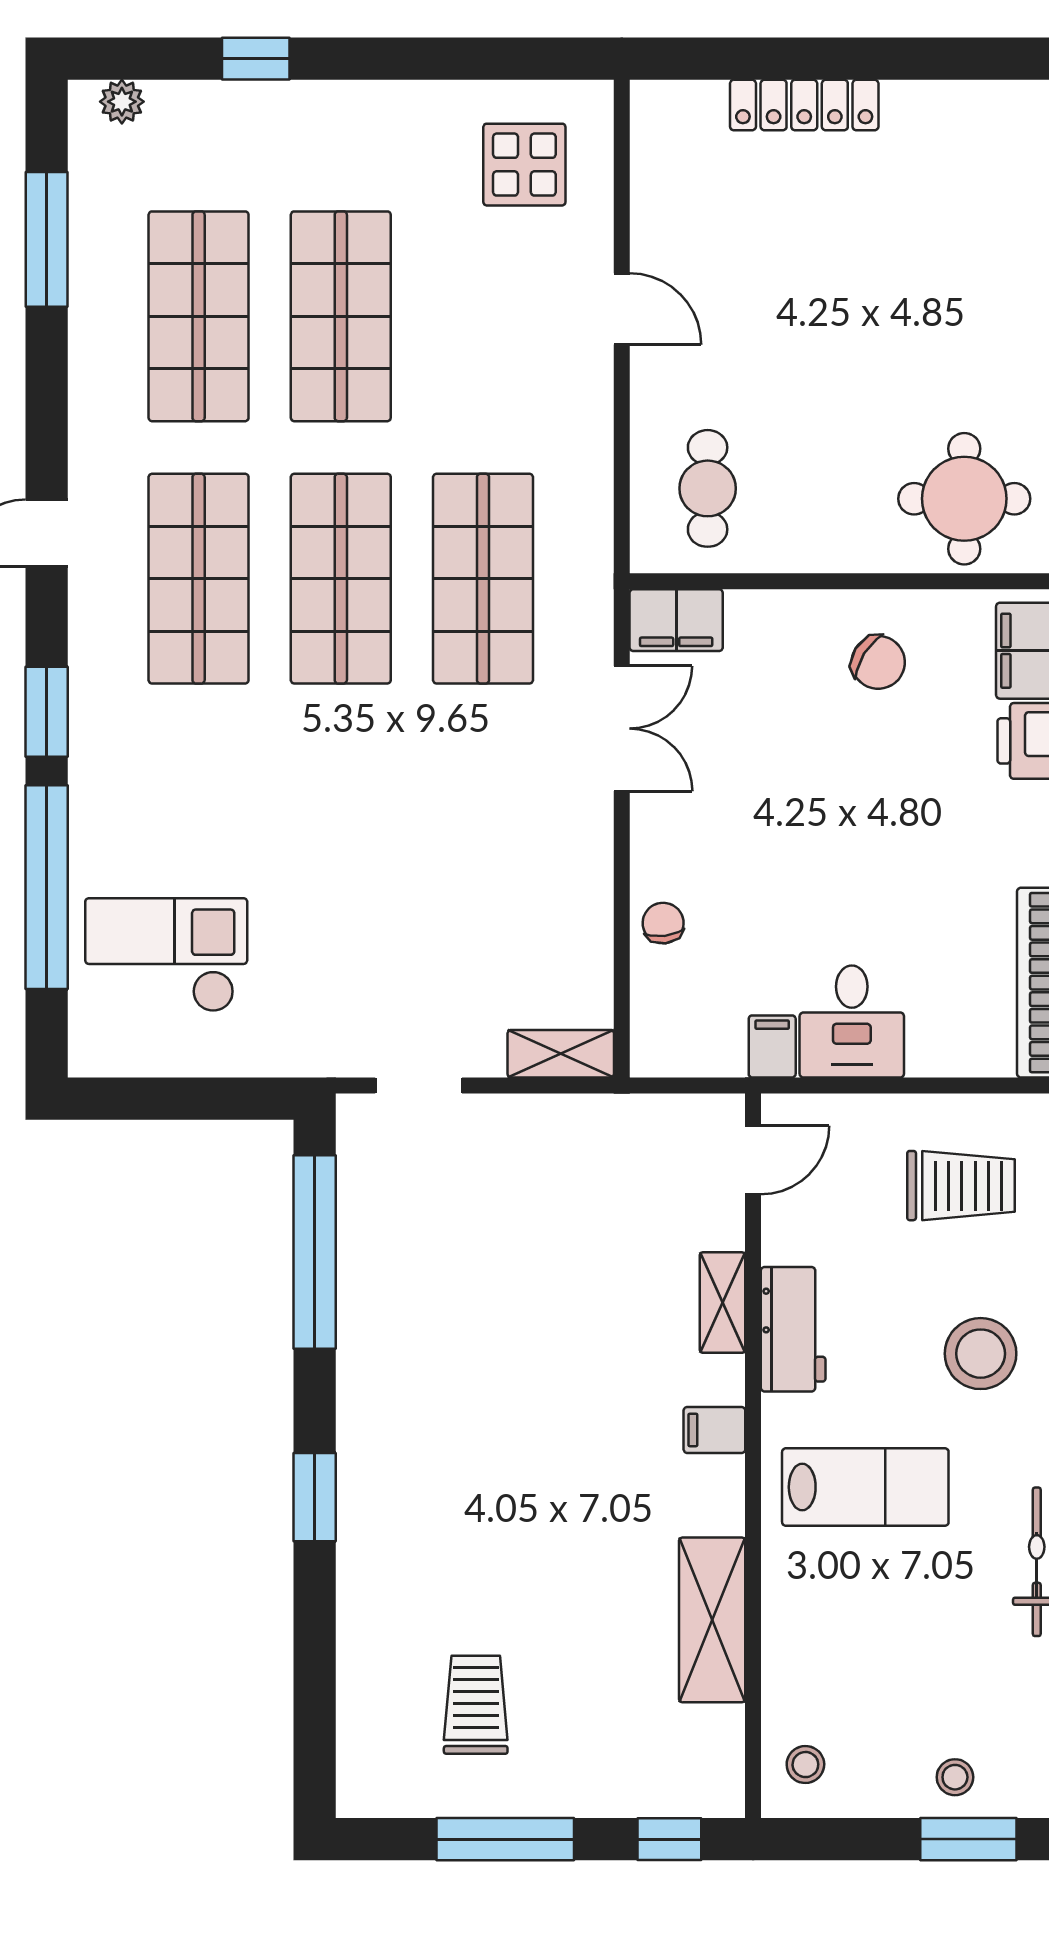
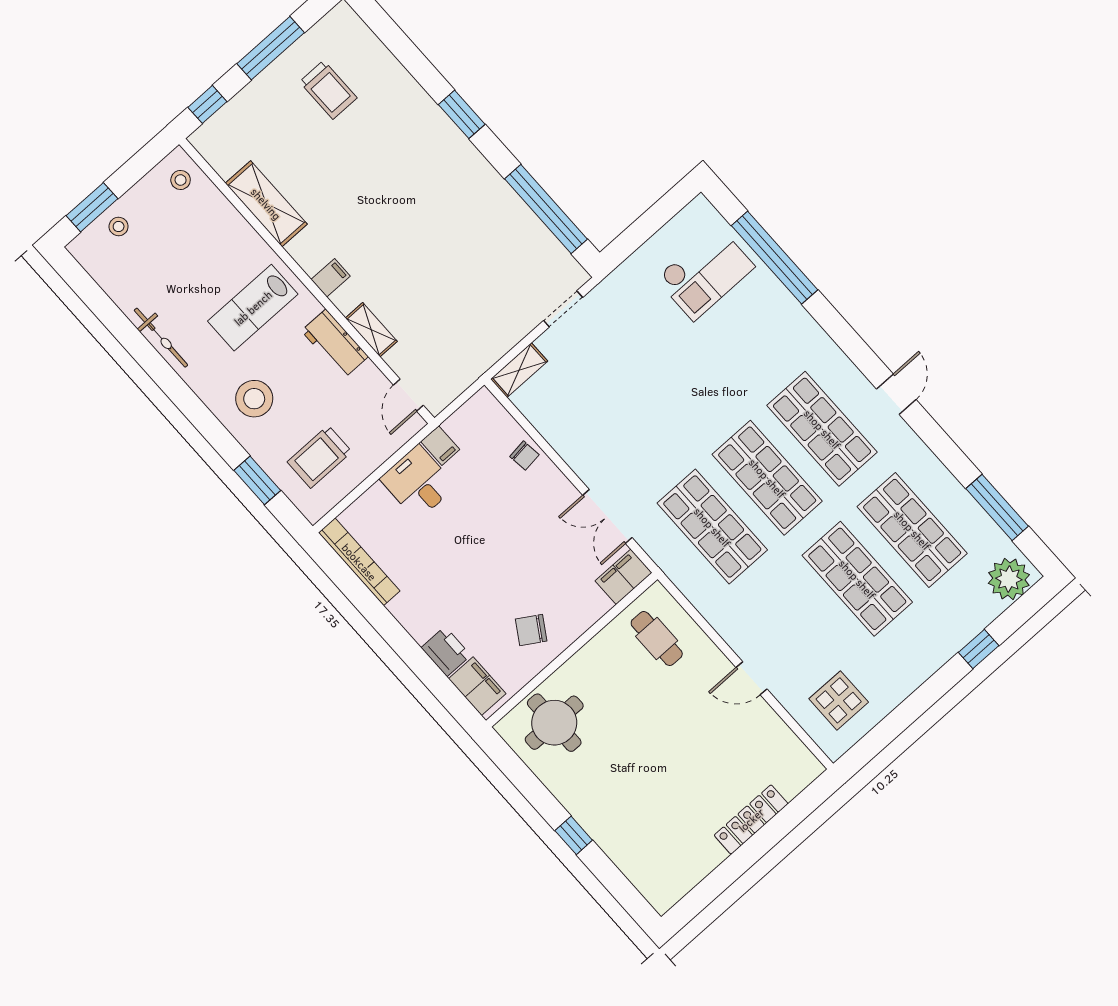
plant: (122, 102) -> (1009, 579), width x1.87, depth x1.87
window: (47, 712) -> (835, 325), removed

